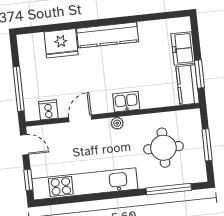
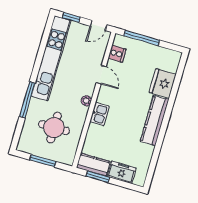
window: (169, 189) -> (27, 100), moved

